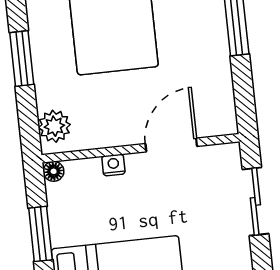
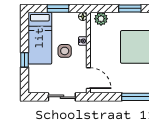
door: (171, 145) -> (88, 78), moved
side table: (143, 207) -> (65, 51), added

